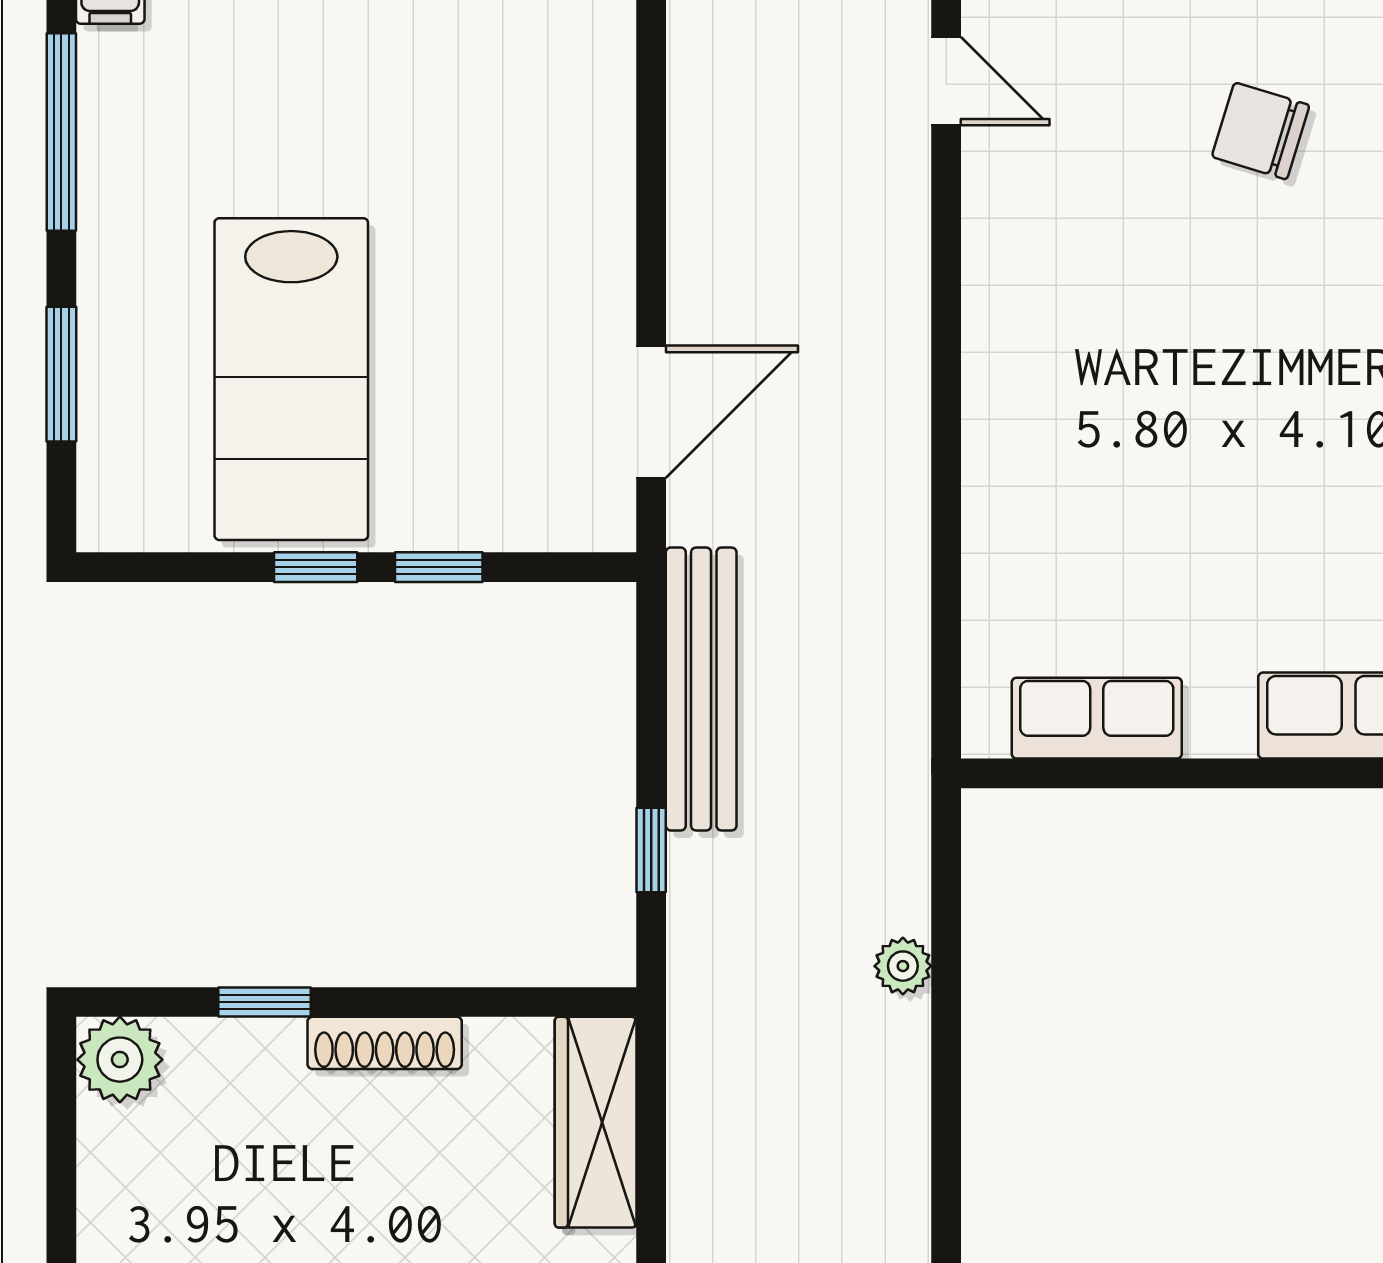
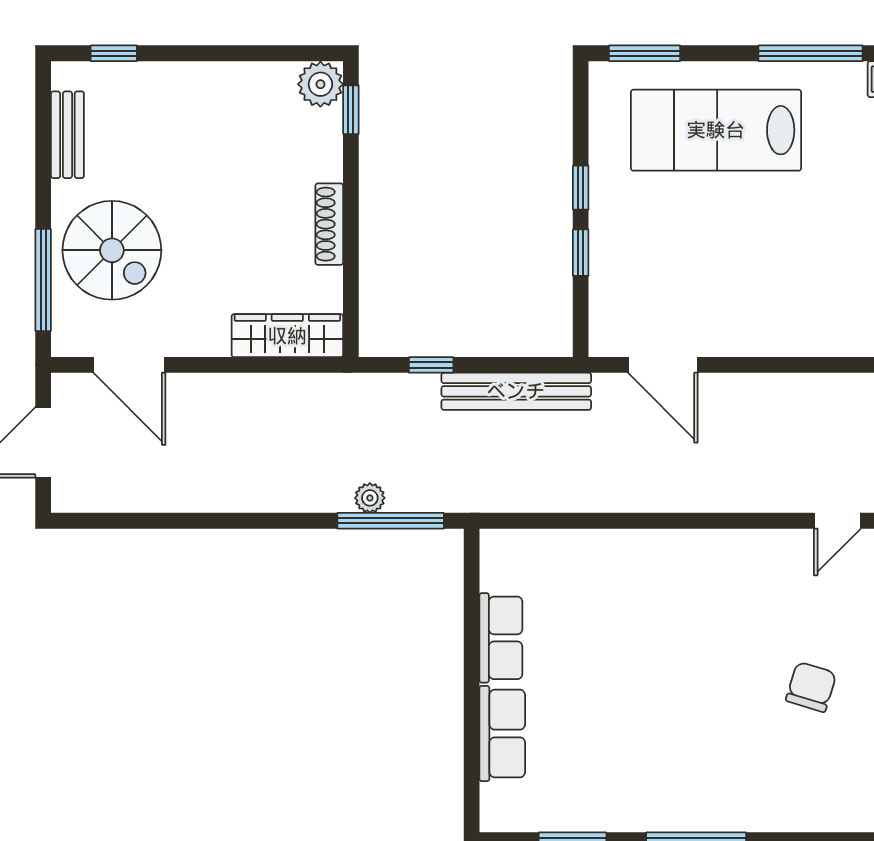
window: (61, 374) -> (645, 53), moved
lab bench: (291, 379) -> (716, 130), moved
row of seats: (1097, 718) -> (501, 638), moved
window: (946, 927) -> (391, 521), added
window: (264, 1002) -> (351, 110), moved

